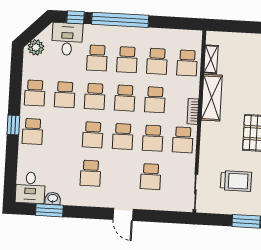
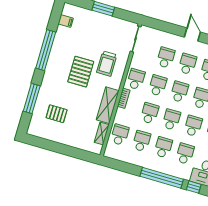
school desk: (121, 175) -> (187, 64), added
trolley: (236, 181) -> (107, 64), moved, turned -90

